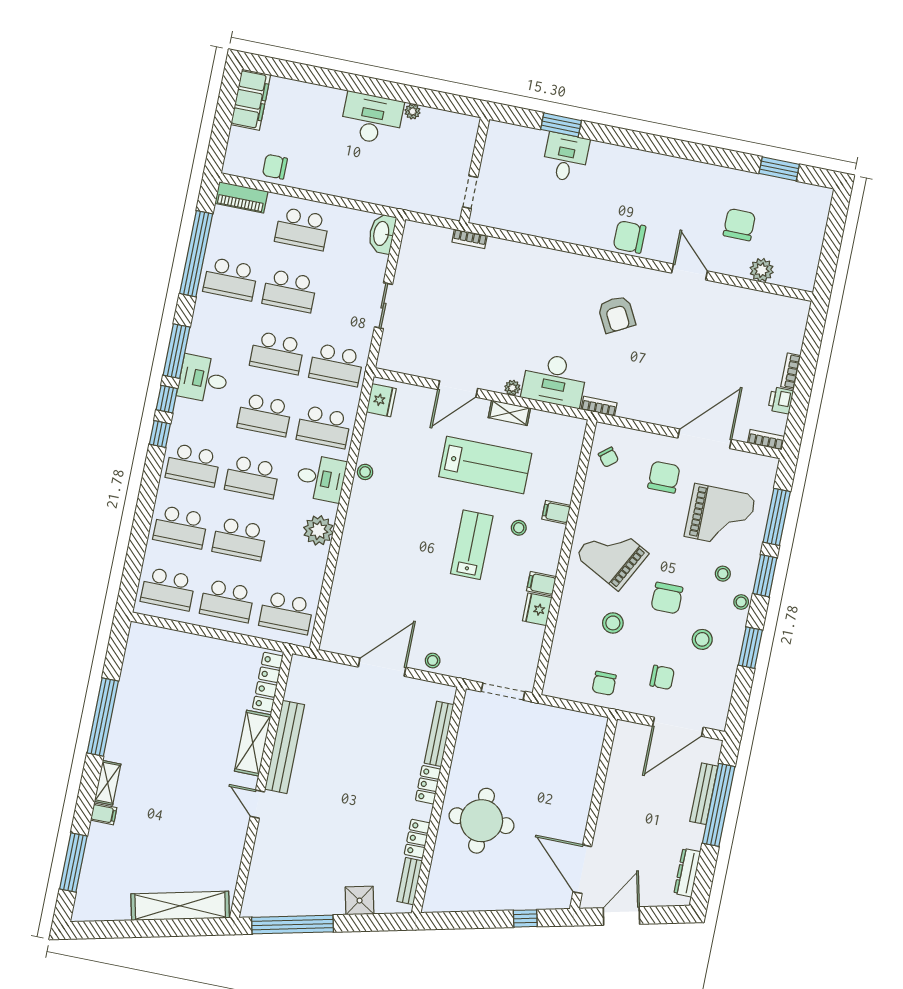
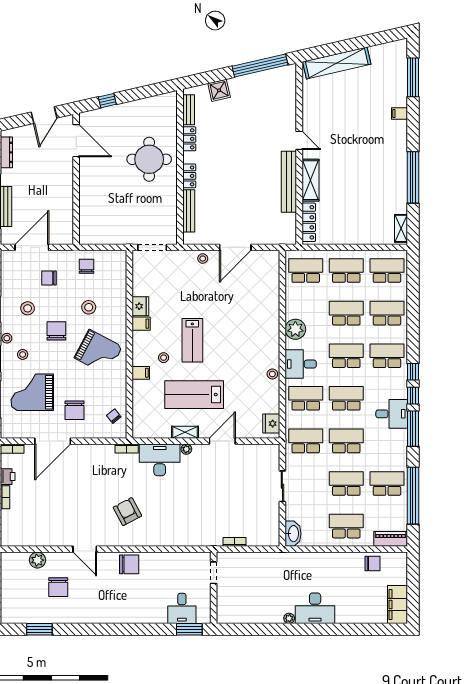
wall: (475, 170) -> (214, 588), moved
doorway: (470, 192) -> (214, 573), moved
shelving: (108, 783) -> (401, 228), moved

